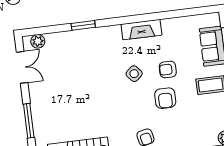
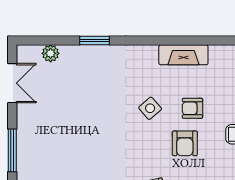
fireplace: (141, 30) -> (183, 55), moved
plant: (38, 41) -> (51, 53), moved

